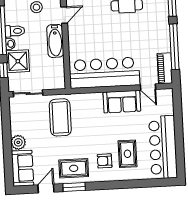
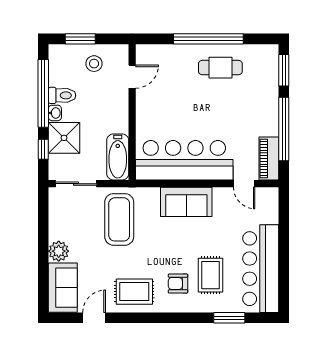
bathtub: (55, 41) -> (118, 157), moved
sofa: (122, 102) -> (186, 202), moved
window: (74, 187) -> (229, 318), moved

